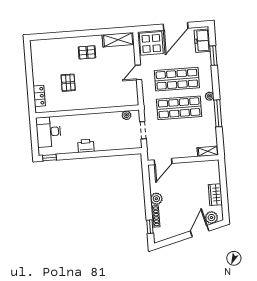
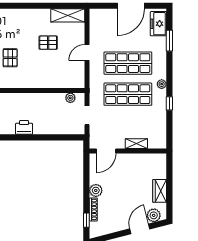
display table: (151, 43) -> (103, 22), removed
pallet: (87, 52) -> (48, 43), moved
window: (218, 113) -> (169, 103), width x0.46
shelving: (208, 151) -> (136, 144), moved

